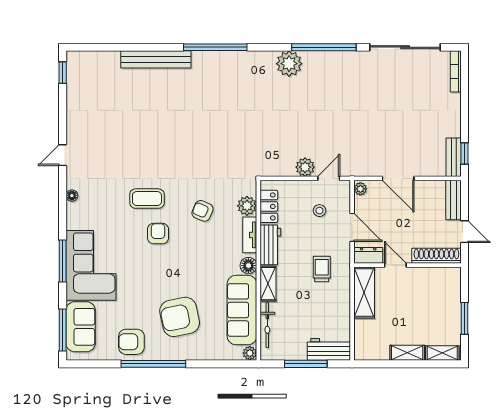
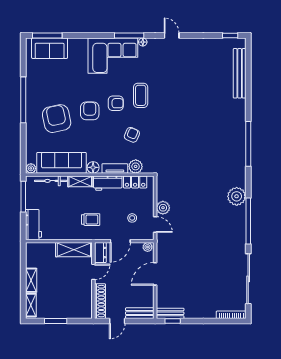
bench: (156, 59) -> (240, 73), moved
window: (63, 261) -> (129, 35), moved
corner sofa: (91, 265) -> (113, 56), moved
armchair: (131, 342) -> (90, 111), moved
window: (306, 364) -> (23, 197), moved

